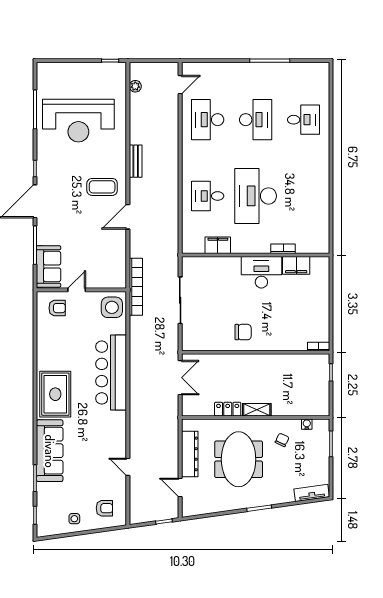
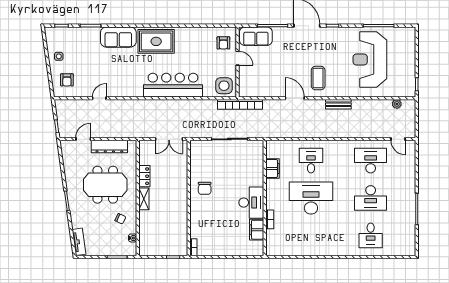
sofa: (50, 451) -> (118, 37), width x0.73

